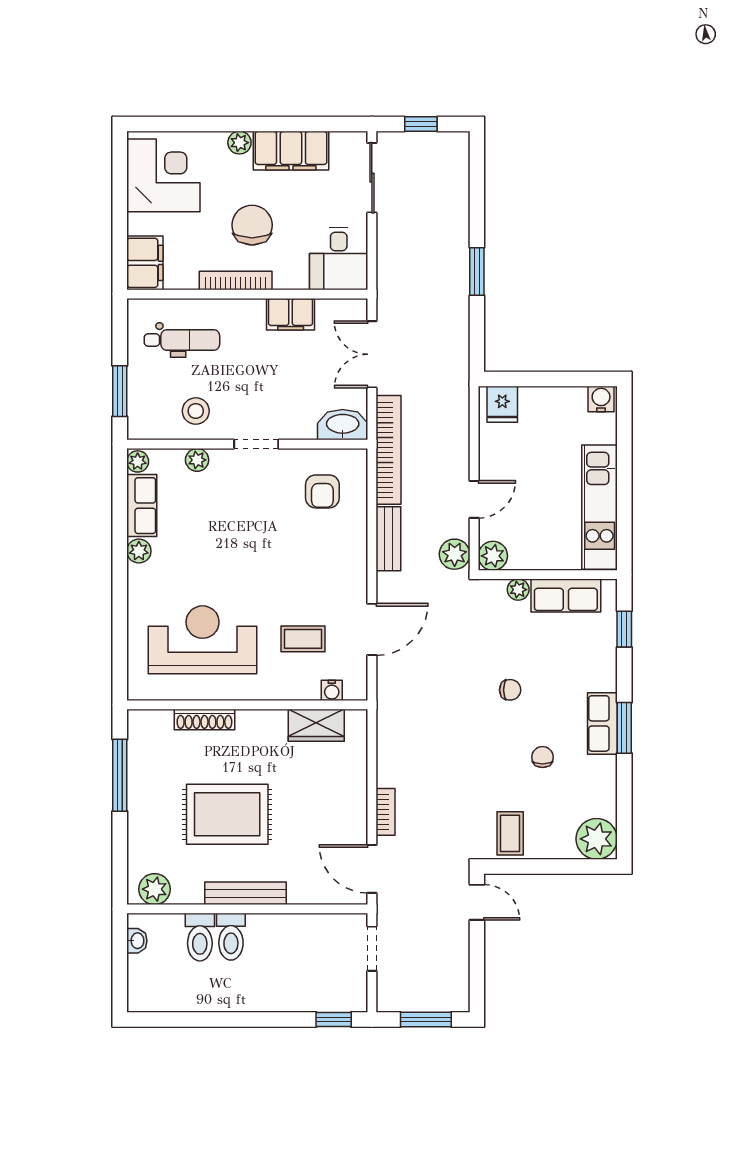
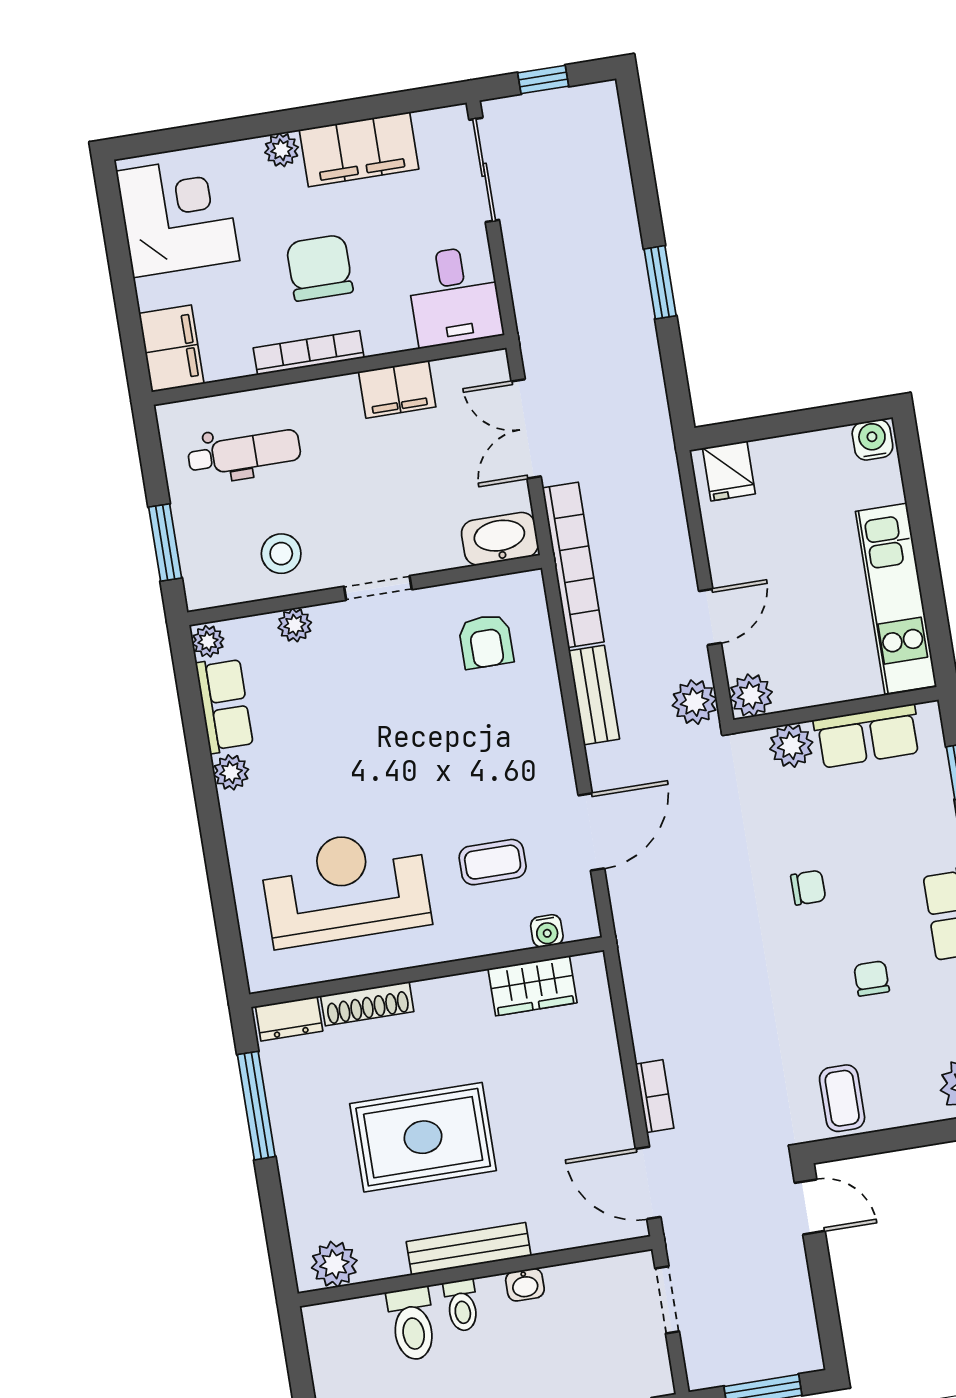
plant: (518, 590) -> (791, 746), width x1.38, depth x1.38
dresser: (151, 721) -> (289, 1019), added
toilet: (231, 937) -> (462, 1305), width x0.73, depth x0.72
washbasin: (137, 941) -> (525, 1285), moved, turned 90

